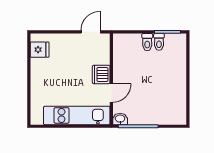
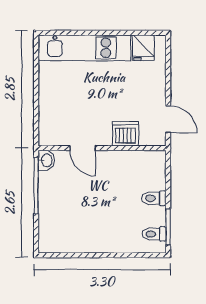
toilet: (159, 42) -> (154, 234), moved
dishwasher: (101, 75) -> (125, 134), moved
kitchen unit: (77, 115) -> (85, 48), moved, turned 90

